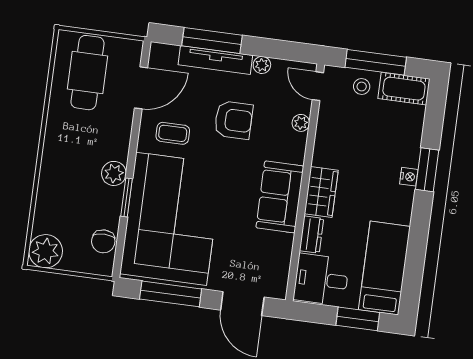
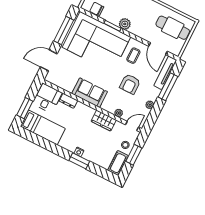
tv unit: (215, 60) -> (165, 73), moved
window: (376, 62) -> (134, 155), width x0.69
wardrobe: (321, 192) -> (104, 121), moved

